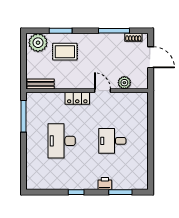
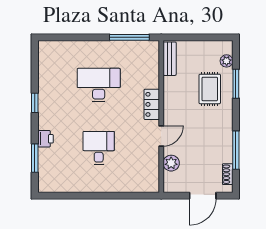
plant: (38, 43) -> (227, 61), width x0.53, depth x0.53

